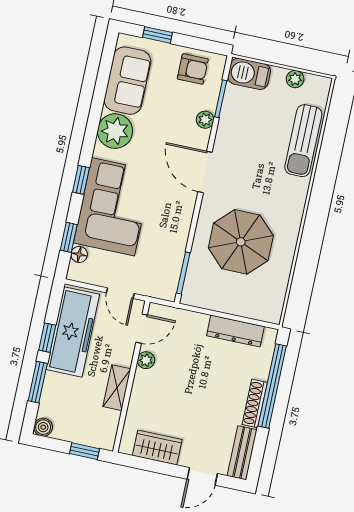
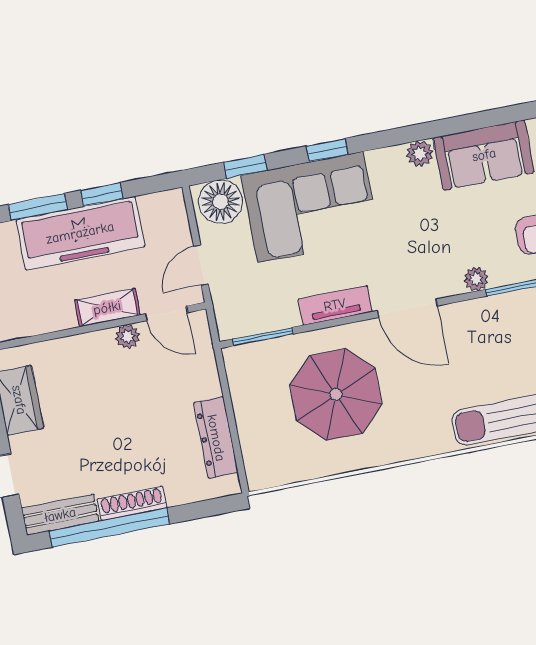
plant: (115, 131) -> (420, 154), width x0.53, depth x0.53
door: (205, 172) -> (407, 308), swing flipped
tv unit: (183, 218) -> (335, 305), added
floor lamp: (79, 254) -> (220, 202), width x1.89, depth x1.89
freezer: (73, 332) -> (80, 233), moved
window: (272, 386) -> (109, 527), moved
shelving: (117, 388) -> (107, 308), moved

